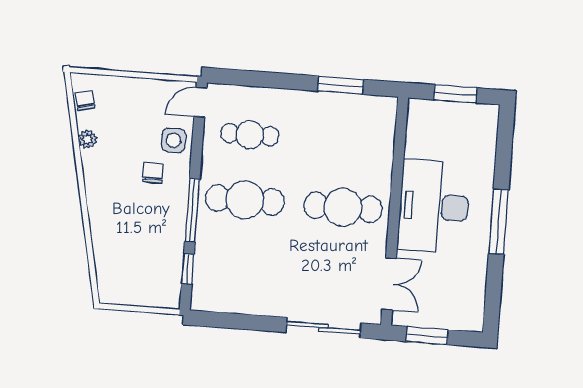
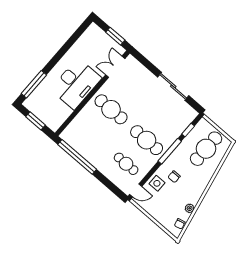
window: (341, 85) -> (77, 157), width x2.11
window: (499, 222) -> (34, 84), moved
cafe table: (134, 260) -> (206, 149), added
sliding door: (324, 328) -> (173, 86), moved

